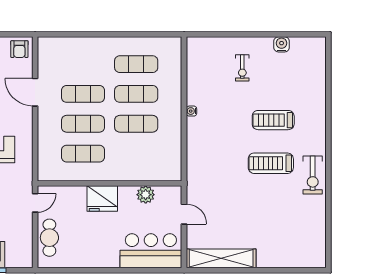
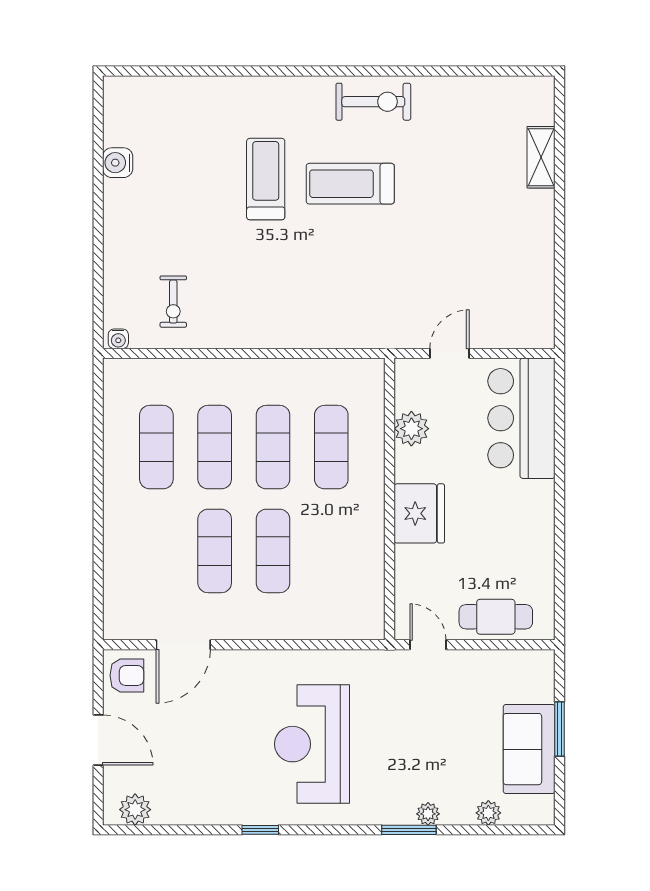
exercise bike: (242, 68) -> (173, 302), moved, turned 90
door: (35, 92) -> (183, 645), moved
water cooler: (192, 111) -> (118, 339), moved
treadmill: (273, 120) -> (266, 179), turned 180
exercise mat: (83, 154) -> (331, 447), moved
treadmill: (271, 163) -> (350, 184), turned 90
shelving: (221, 258) -> (541, 157), moved, width x0.45, depth x0.75

